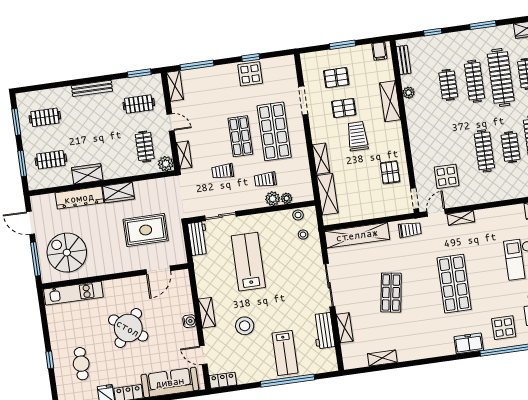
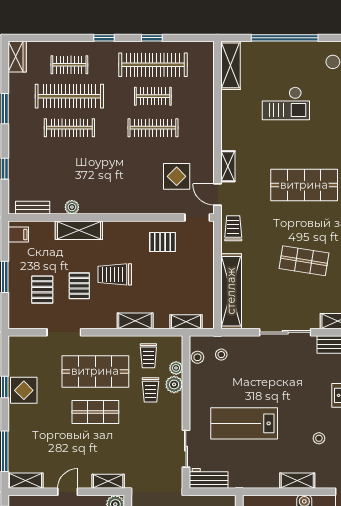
clothes rail: (448, 85) -> (69, 159), removed
trolley: (223, 171) -> (148, 356), moved
shelving: (327, 194) -> (186, 322), width x0.67, depth x0.75
stool: (245, 326) -> (319, 438), width x0.53, depth x0.53

